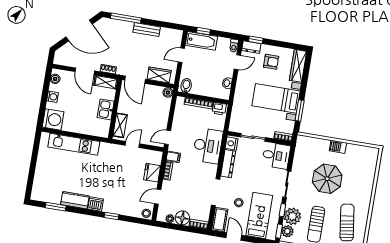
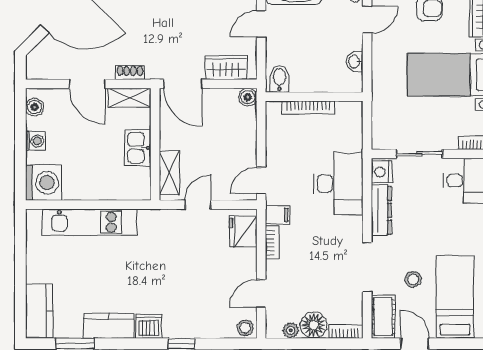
printer: (219, 109) -> (348, 112), removed
fridge: (152, 173) -> (243, 231), moved
kitchen counter: (40, 186) -> (39, 311), added

